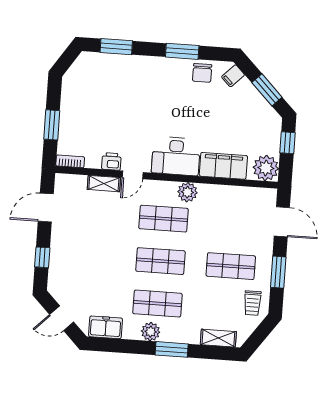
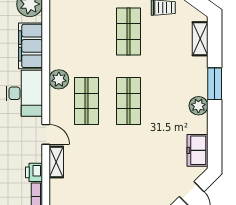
printer: (111, 161) -> (34, 172), moved
shop shelf: (157, 304) -> (170, 101), removed

